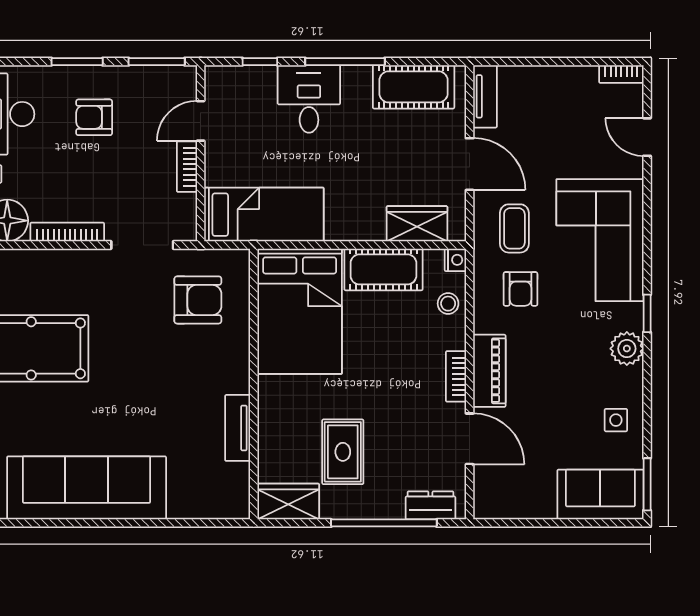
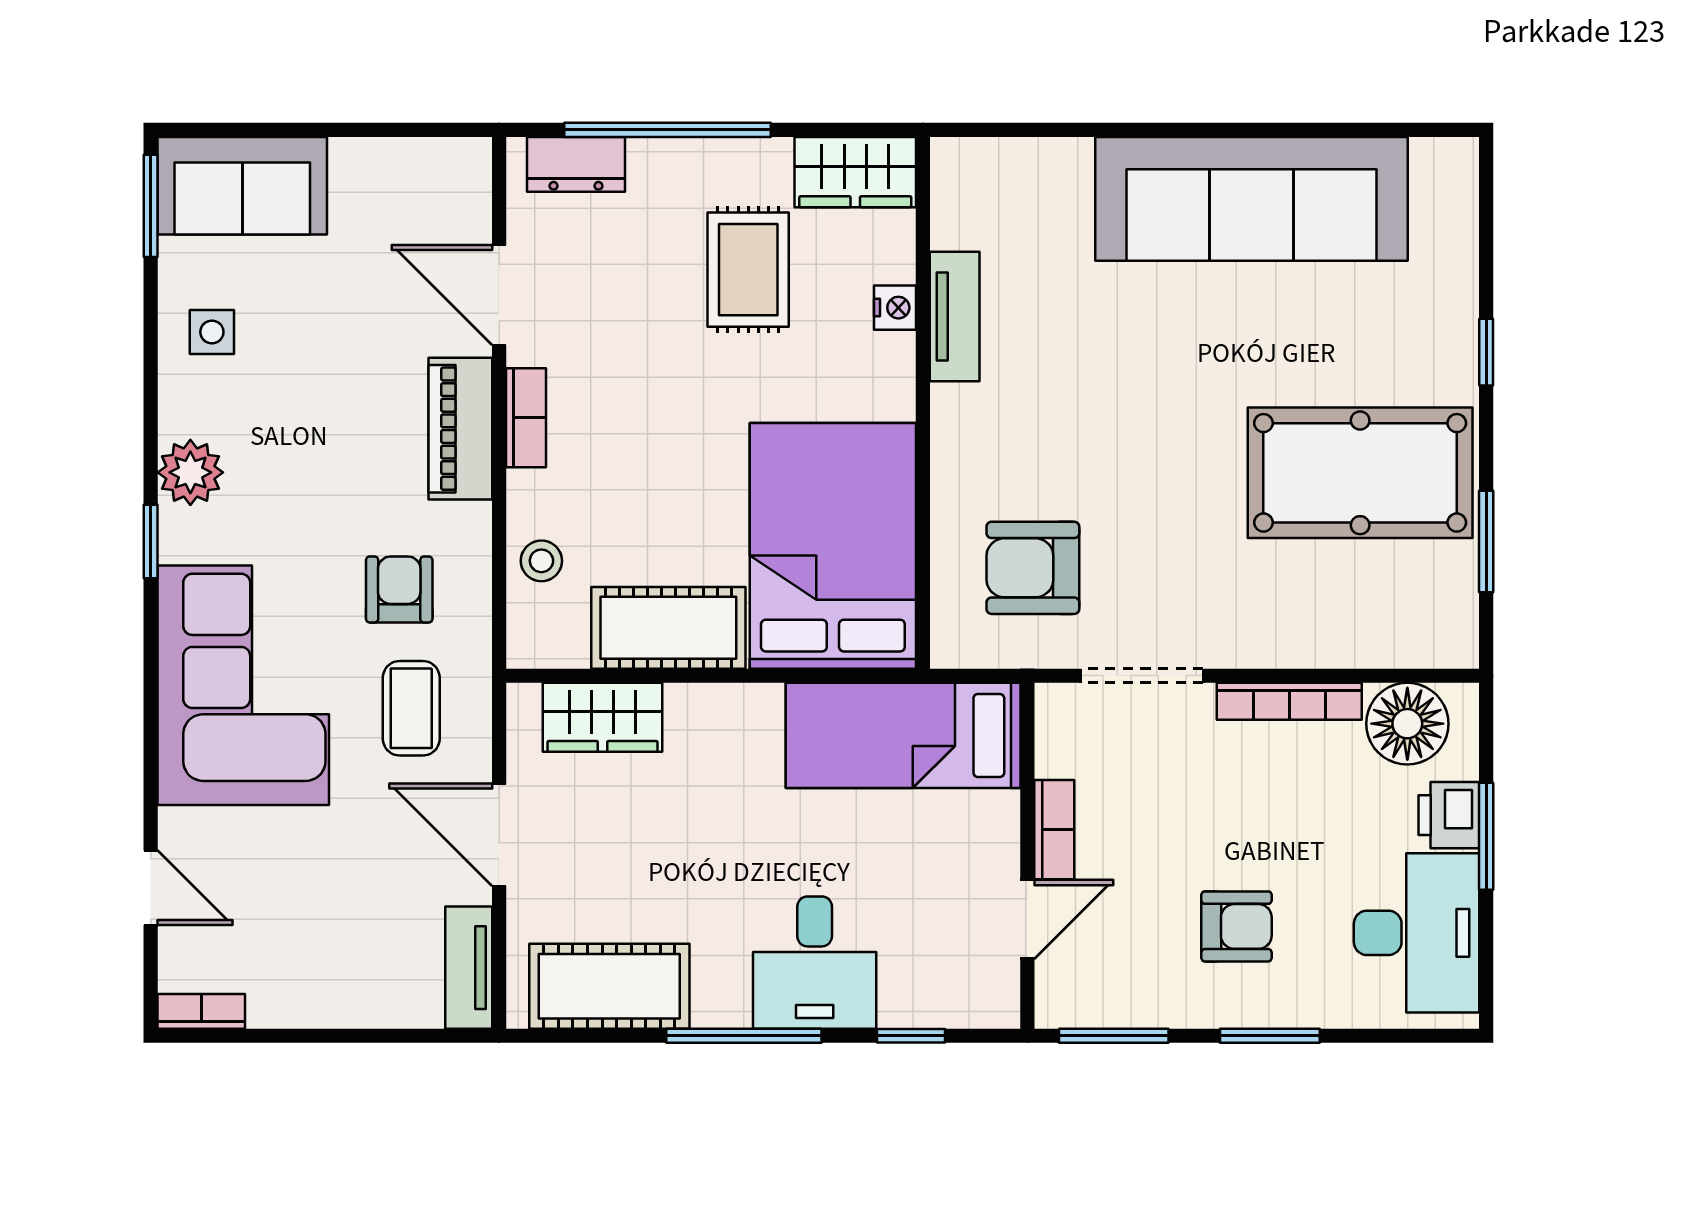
nightstand: (455, 260) -> (895, 308), moved, turned 180

